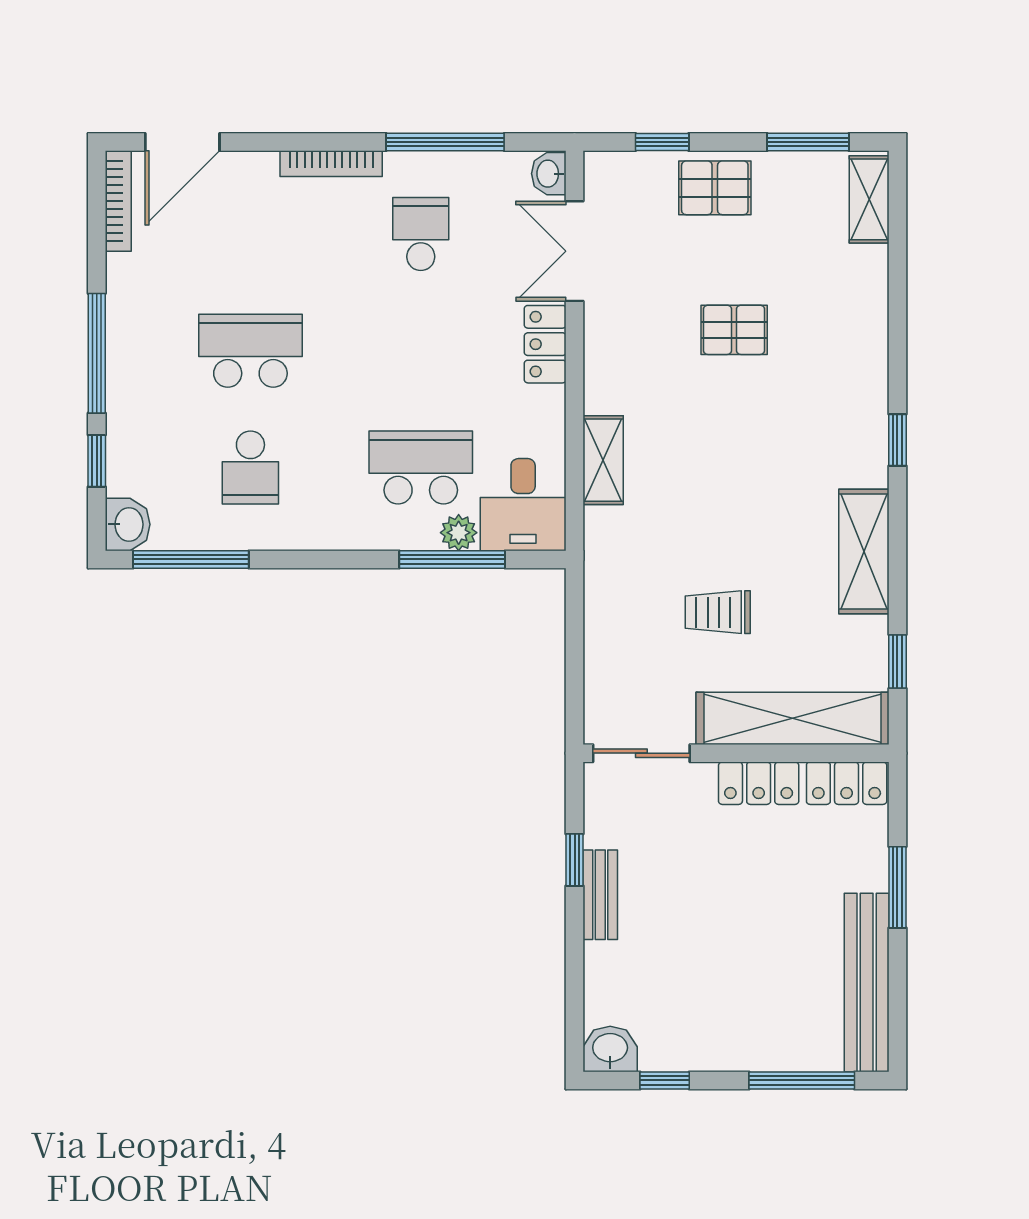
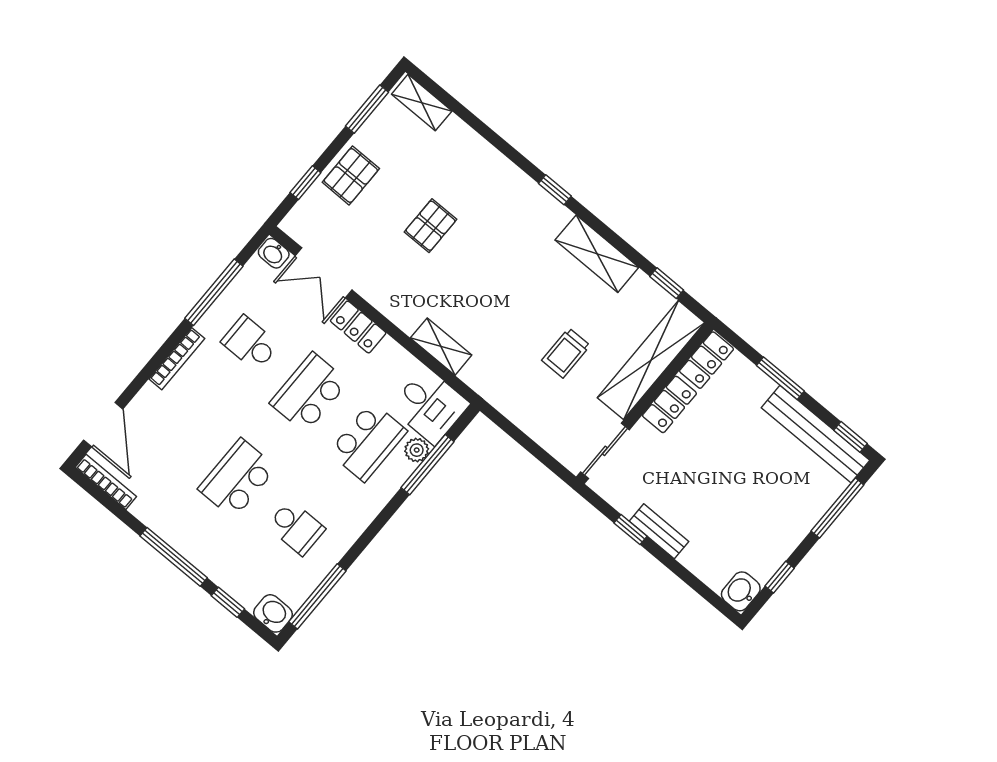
school desk: (421, 351) -> (309, 392), added
school desk: (421, 467) -> (368, 442), turned 180
window: (897, 1026) -> (851, 437), added

